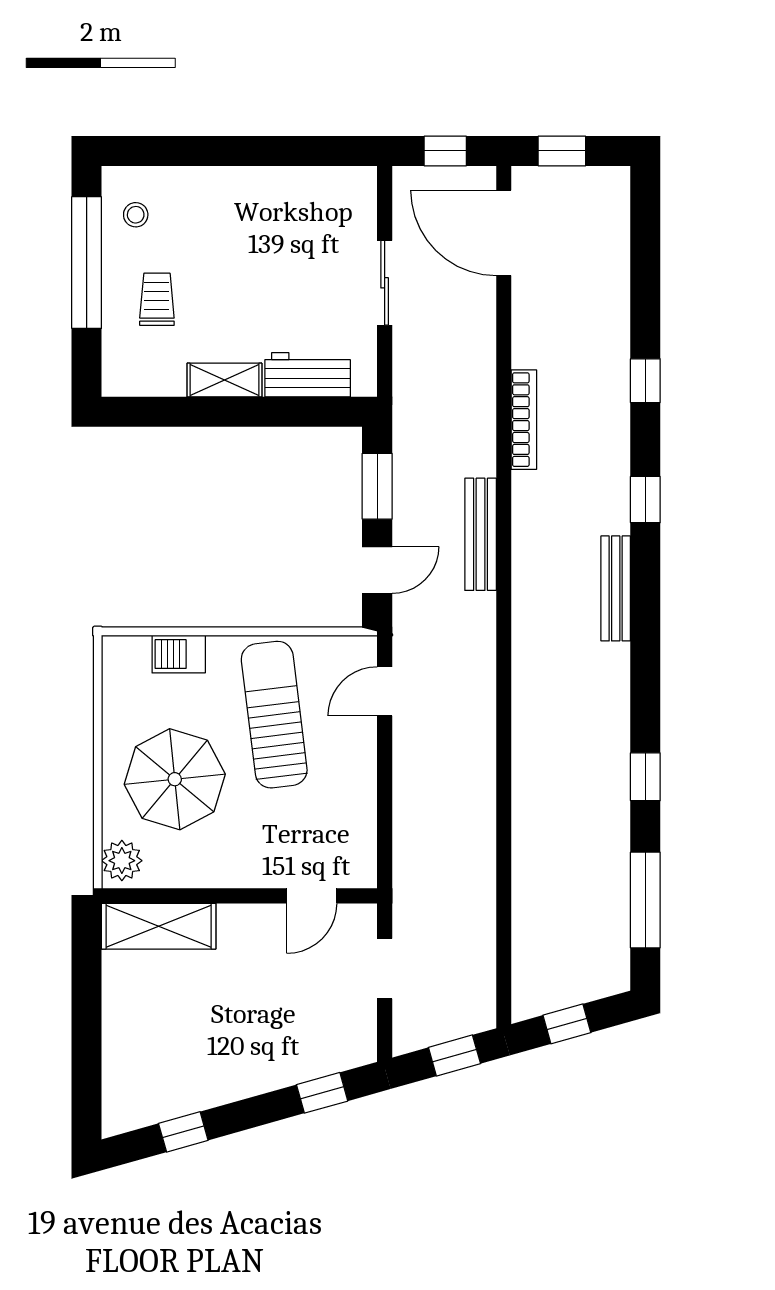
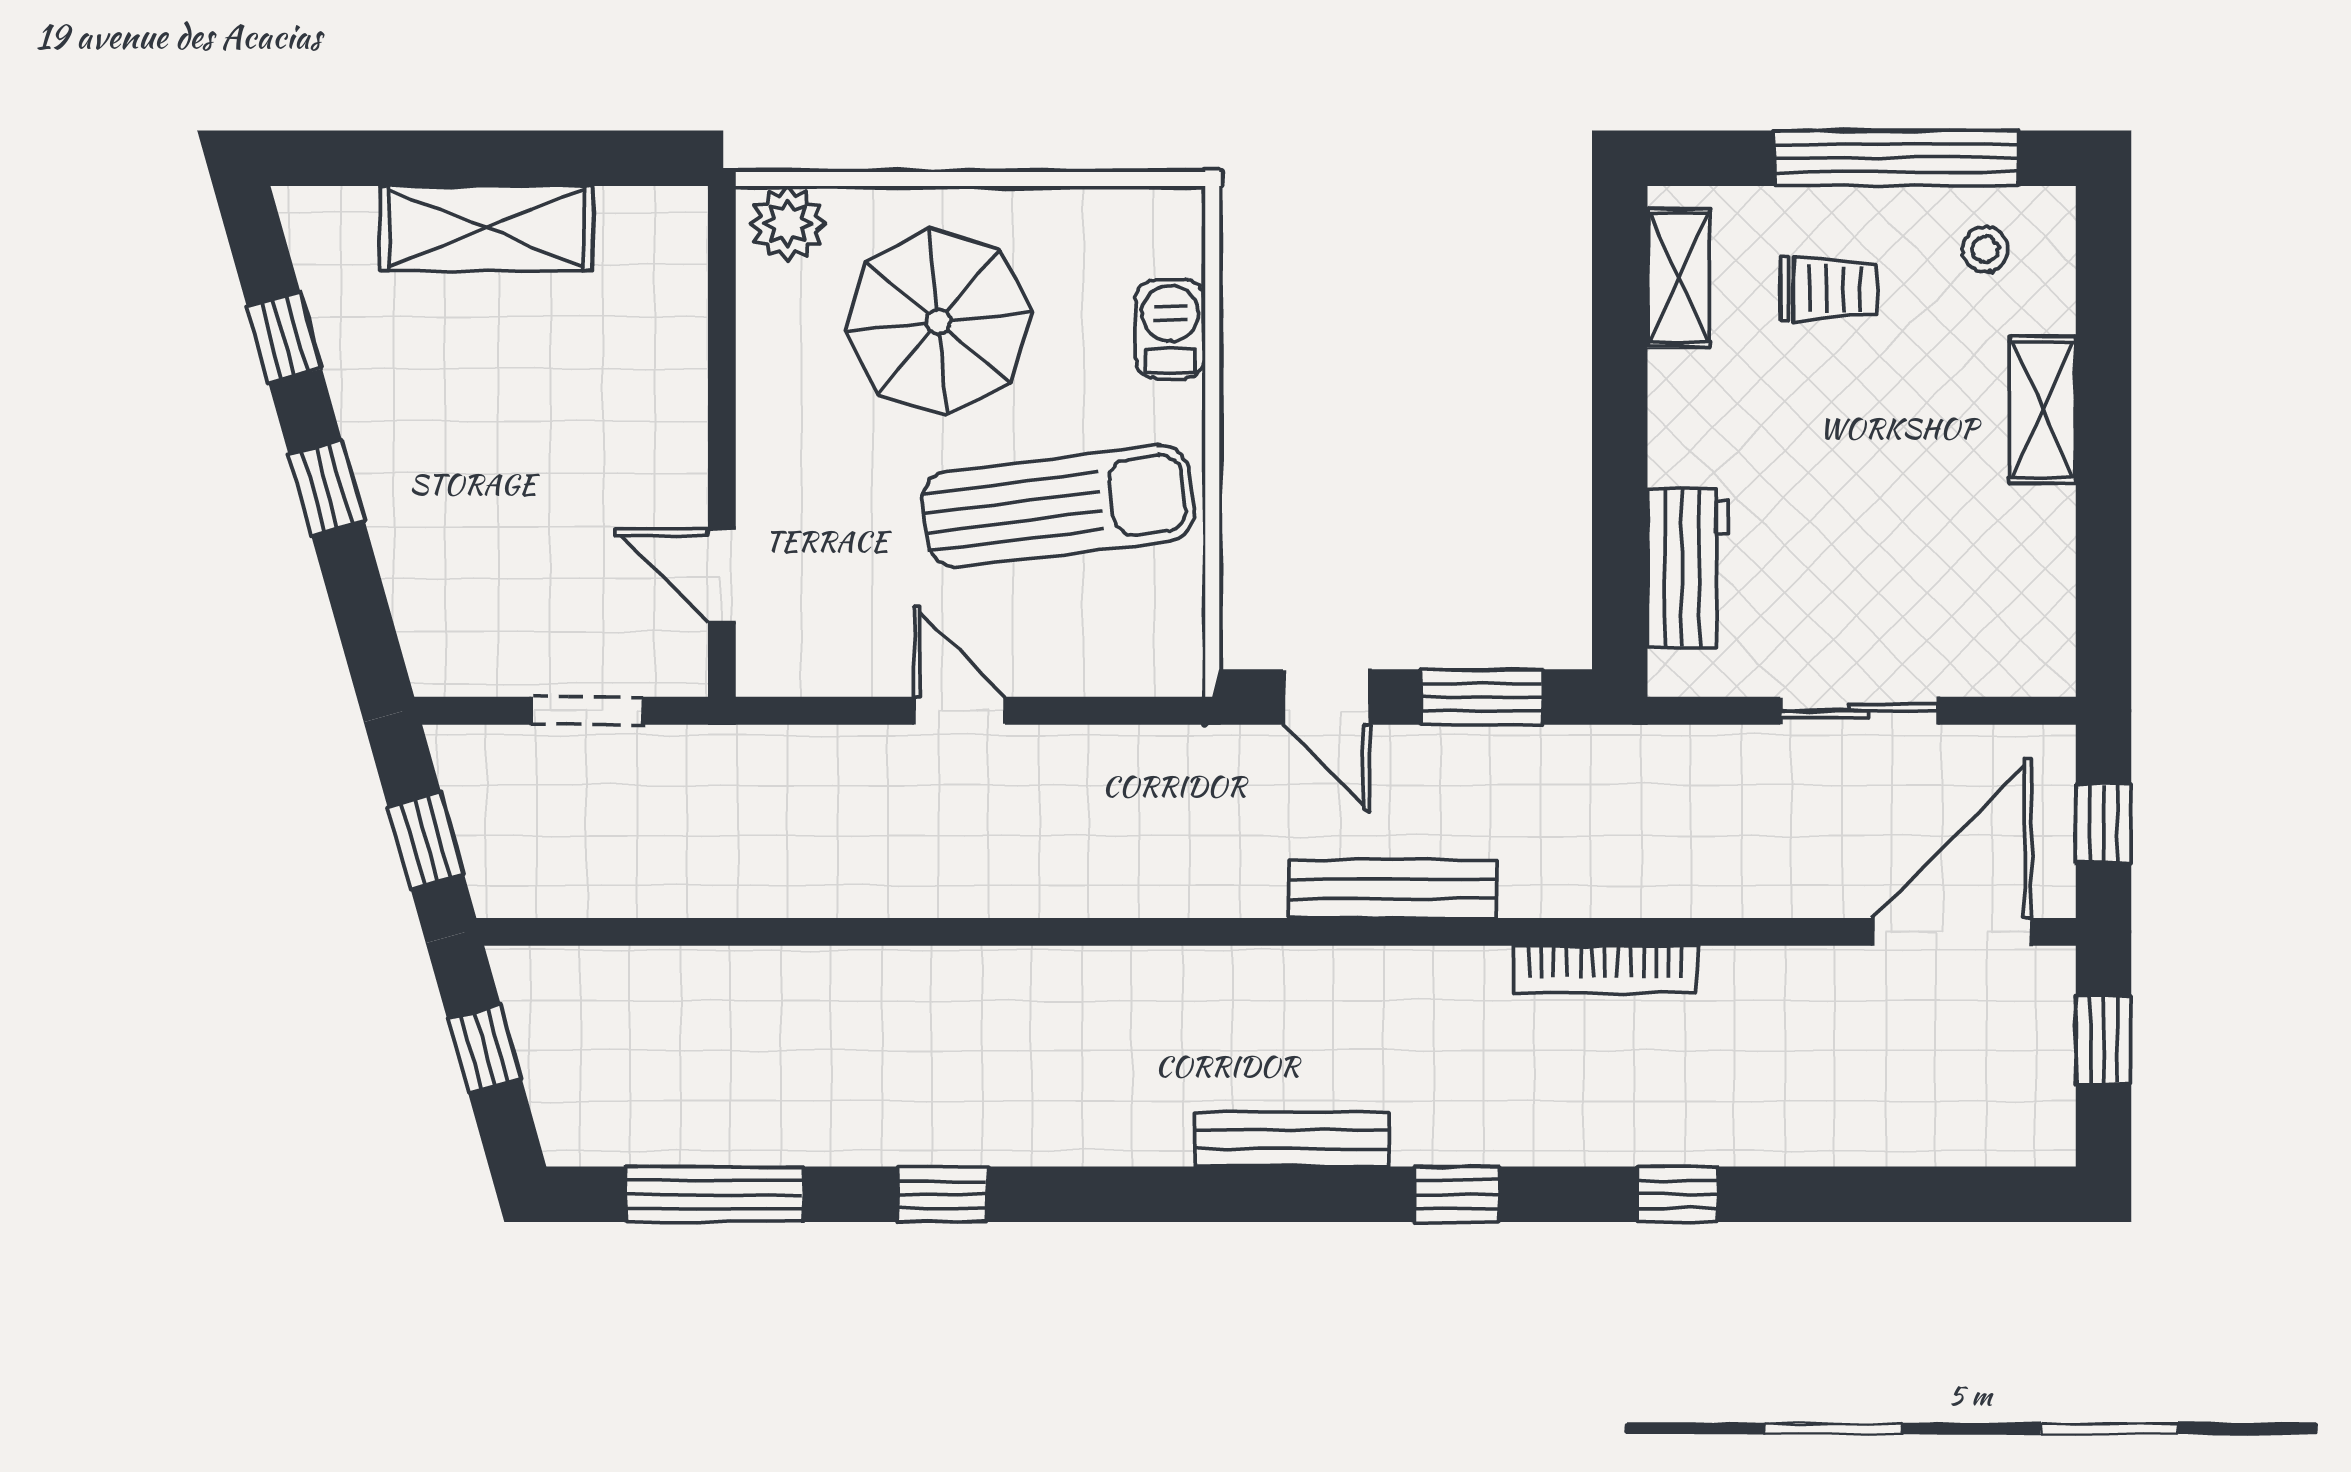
shelving: (222, 184) -> (2043, 410), added
shelving: (224, 380) -> (1679, 278), moved
door: (385, 691) -> (959, 711), moved
shelving: (159, 926) -> (486, 228), moved, turned 90
window: (322, 1093) -> (327, 488), moved

